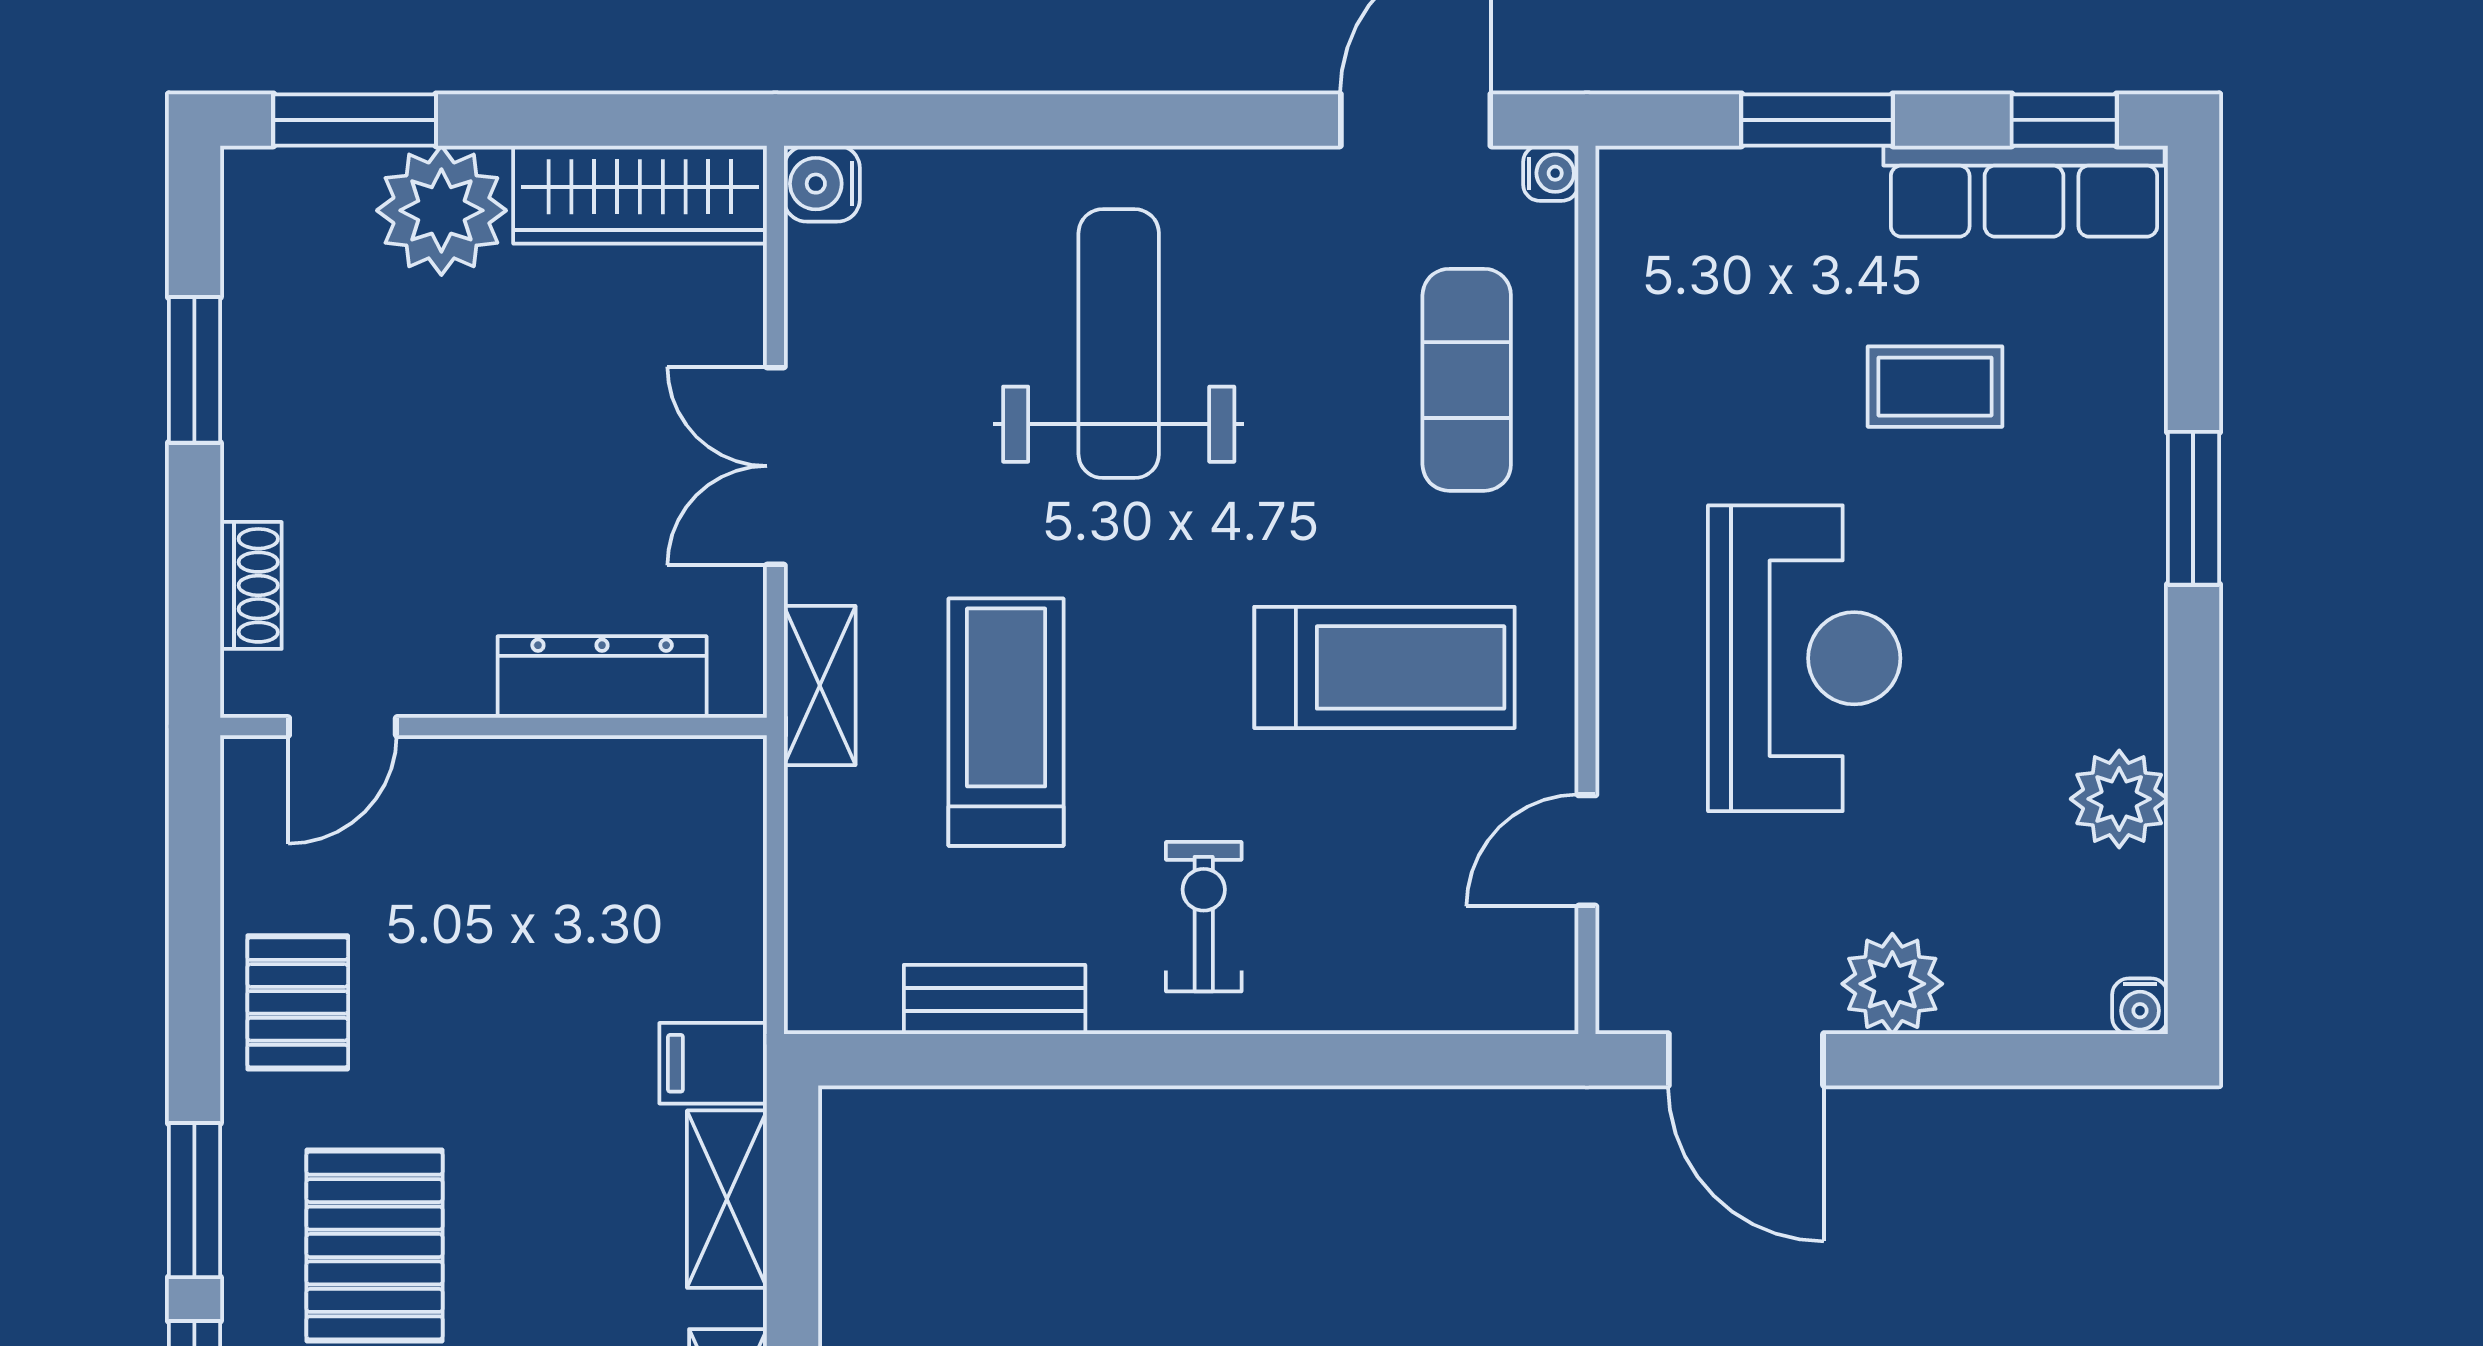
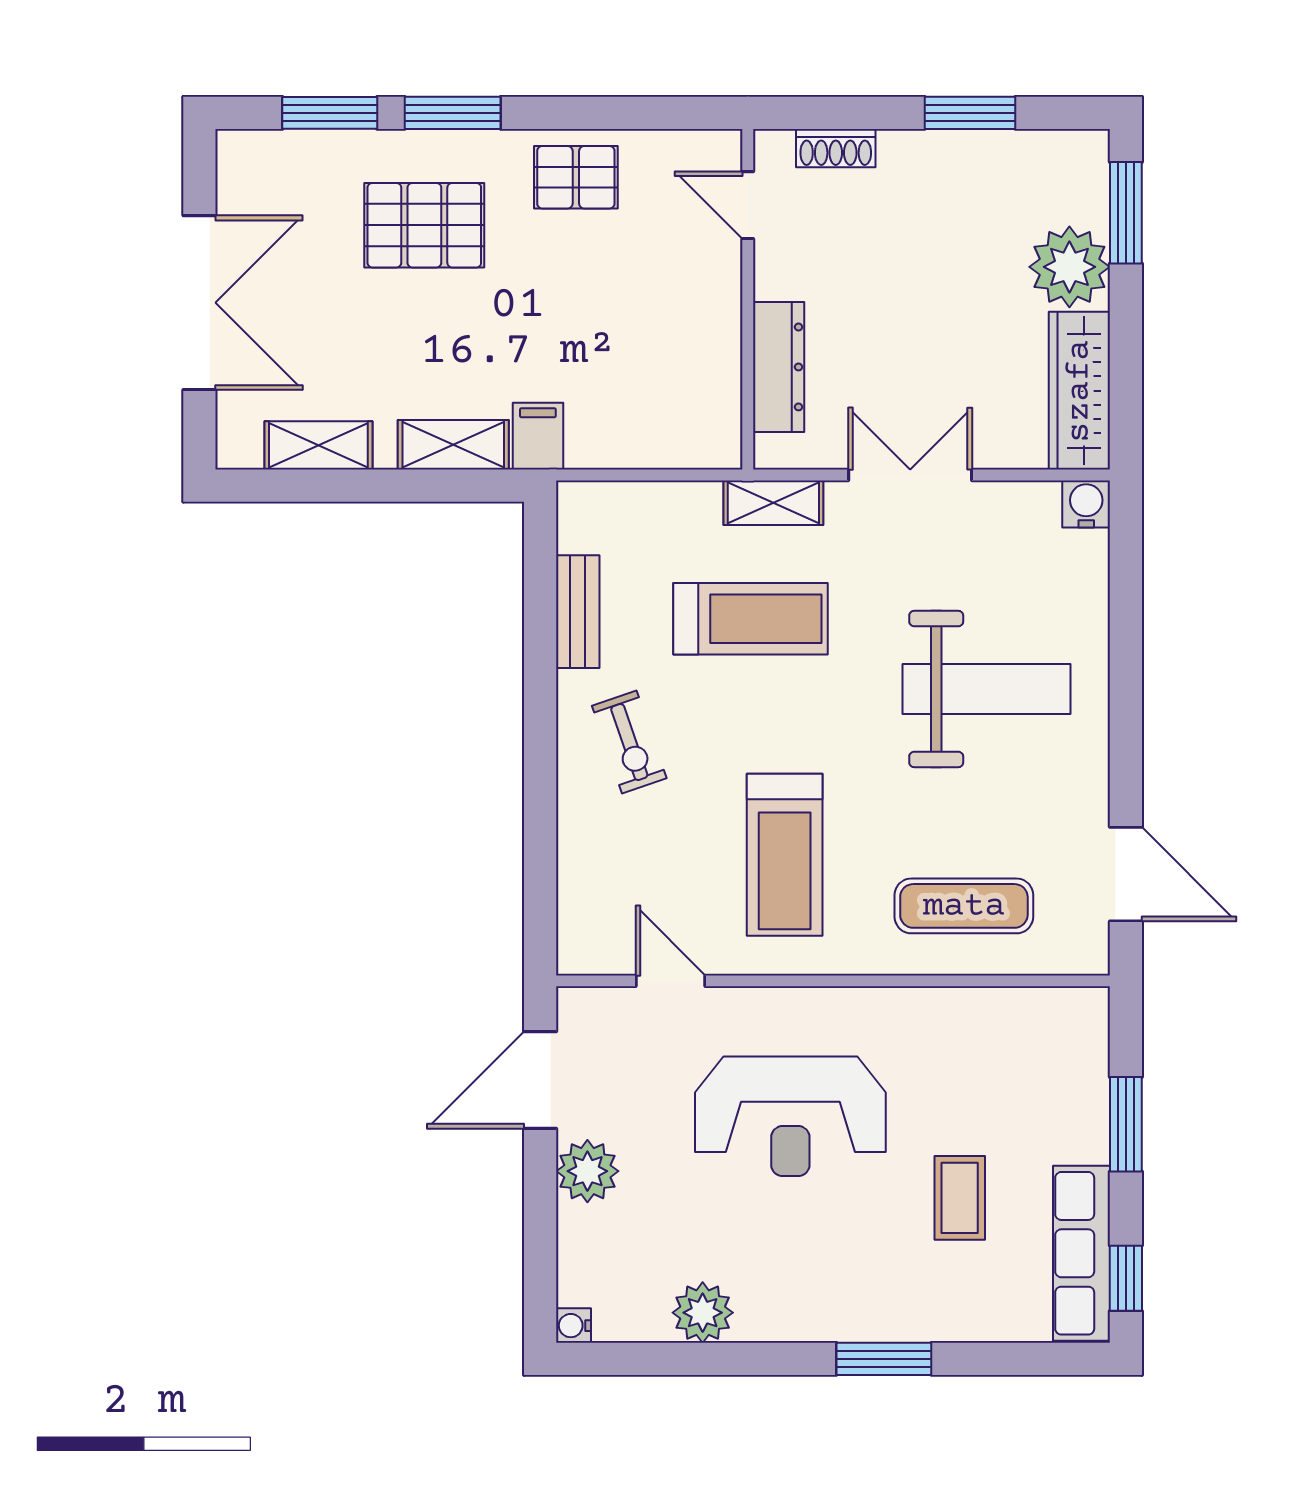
water cooler: (1551, 173) -> (1093, 958), removed
exercise bike: (1204, 917) -> (629, 742), turned 71

